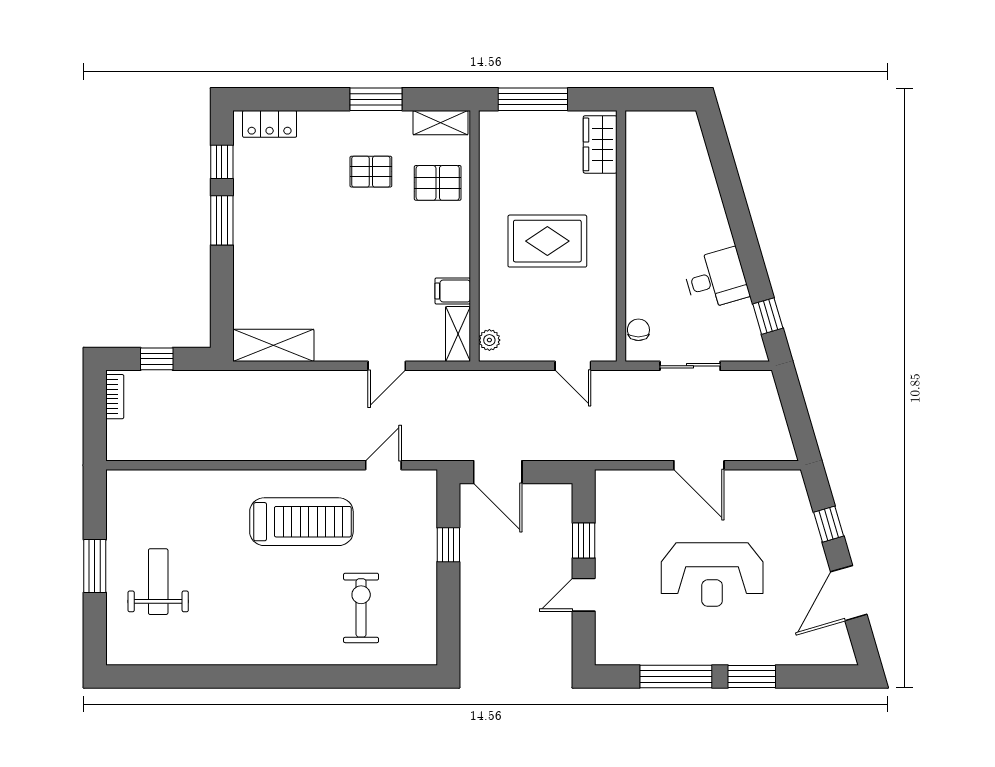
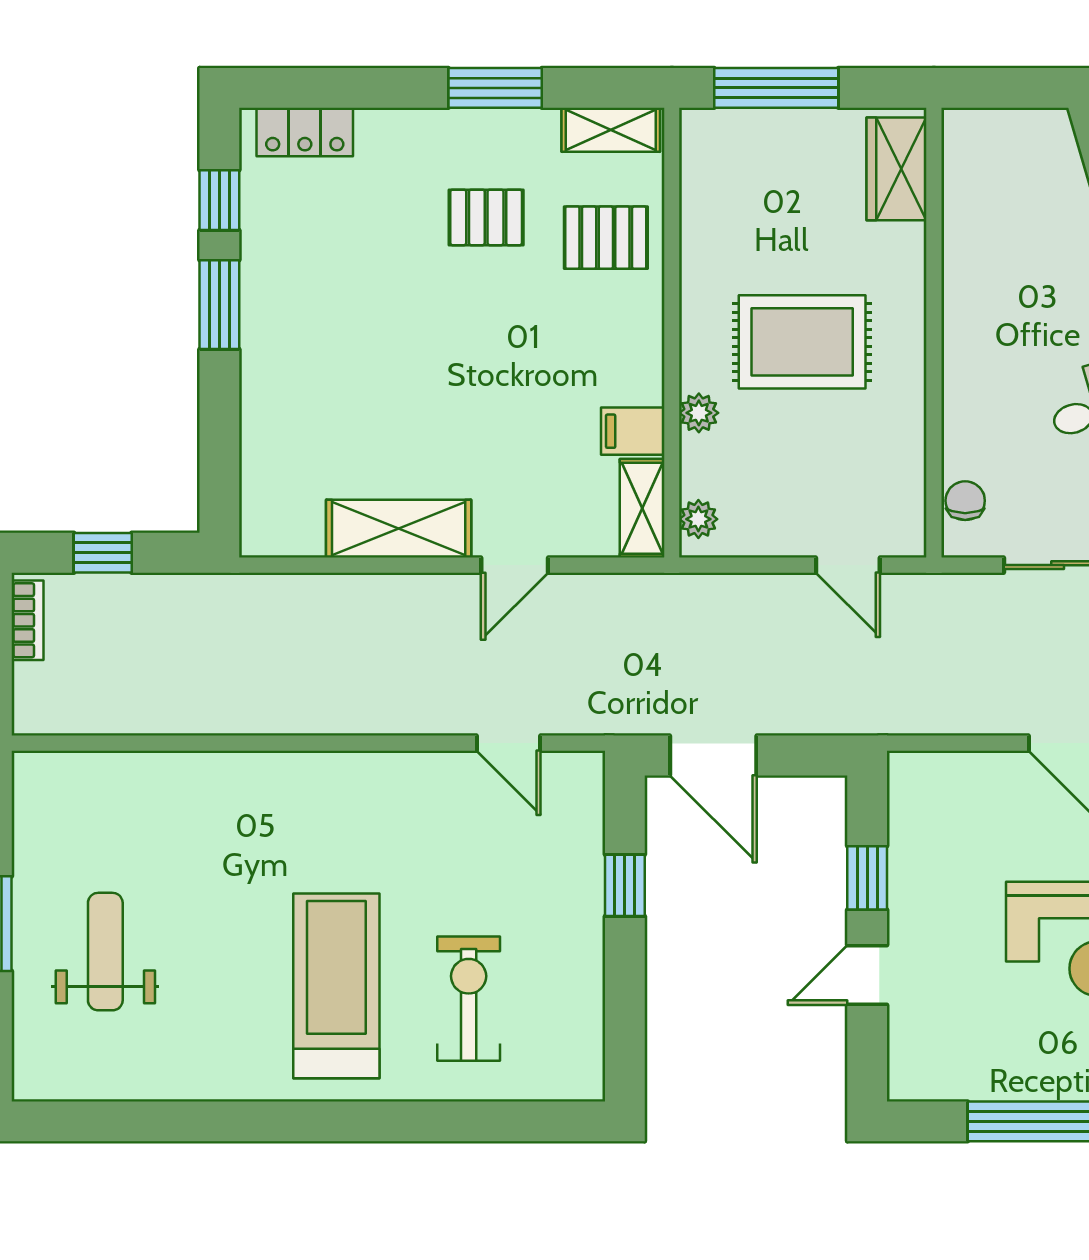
plant: (490, 281) -> (699, 413), added
shelving: (273, 345) -> (399, 529), moved
door: (383, 465) -> (509, 743), swing flipped
treadmill: (301, 522) -> (336, 986), moved, turned -90

